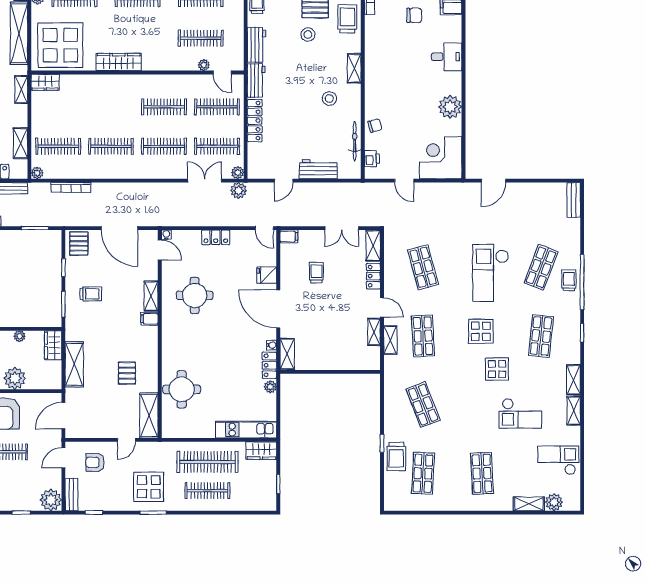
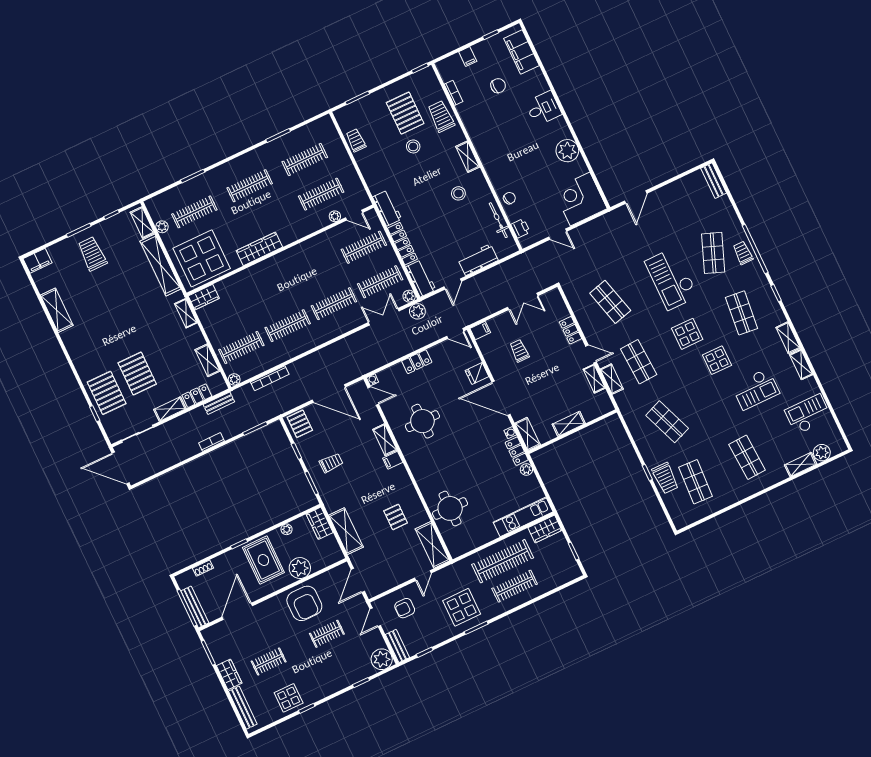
workbench: (257, 45) -> (421, 278), moved
clothes rail: (164, 107) -> (318, 269), removed
shelving: (373, 246) -> (569, 424), moved, turned 90

